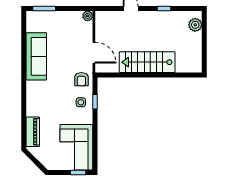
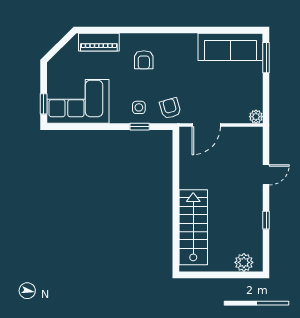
sofa: (36, 56) -> (230, 47), moved
stairs: (147, 62) -> (193, 227), moved
armchair: (81, 79) -> (170, 108), turned 74
armchair: (46, 99) -> (144, 60), added

